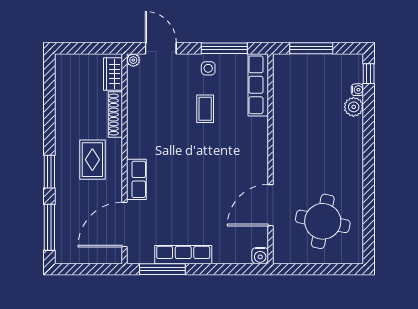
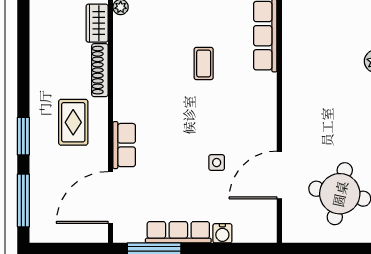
side table: (208, 68) -> (217, 163), moved
water cooler: (260, 256) -> (222, 233), moved

